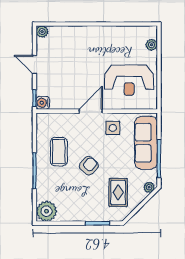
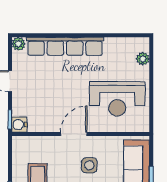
row of seats: (83, 34) -> (65, 46), added
side table: (113, 128) -> (89, 165), moved

